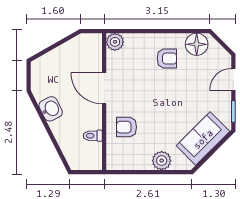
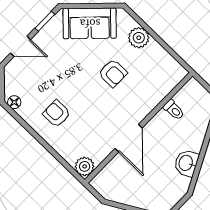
floor lamp: (197, 44) -> (14, 102), width x0.53, depth x0.53
armchair: (127, 127) -> (113, 73), moved

